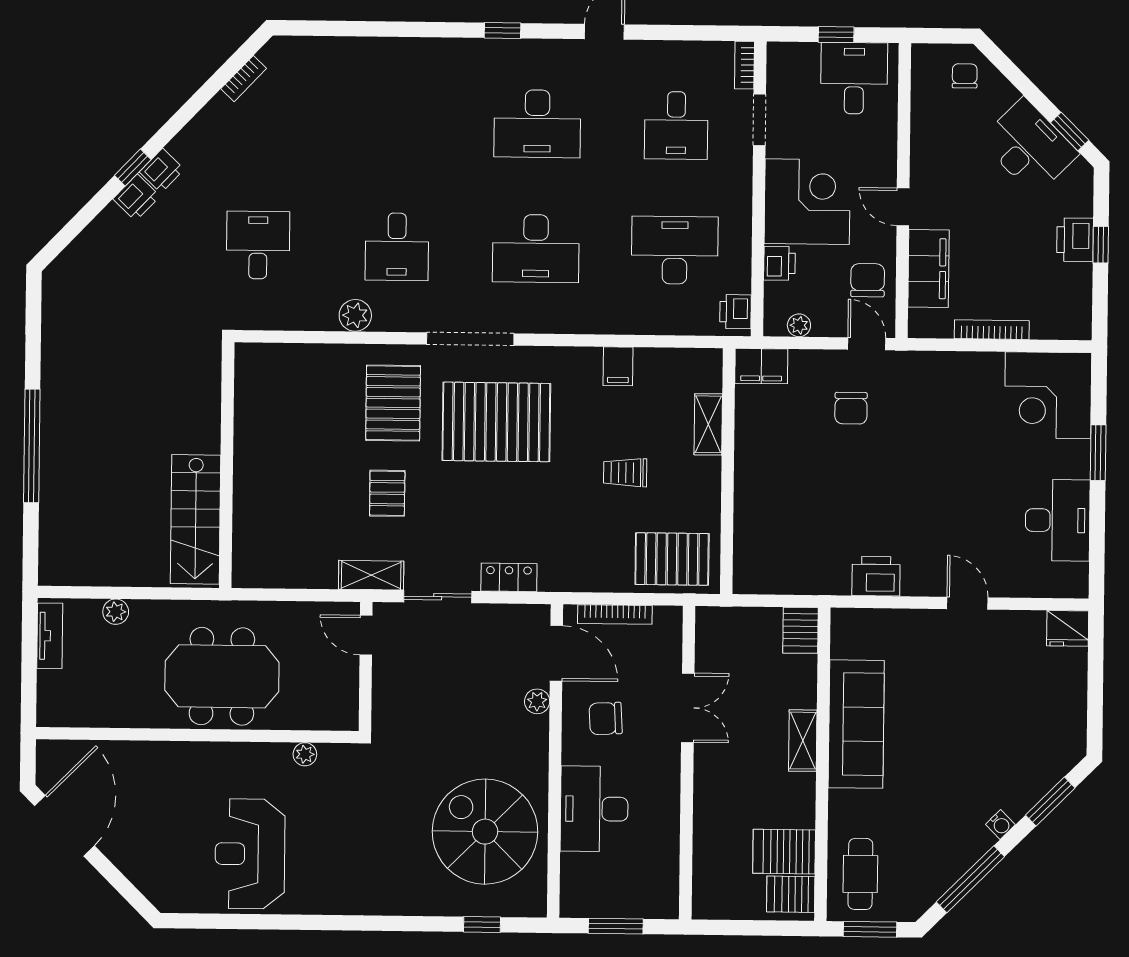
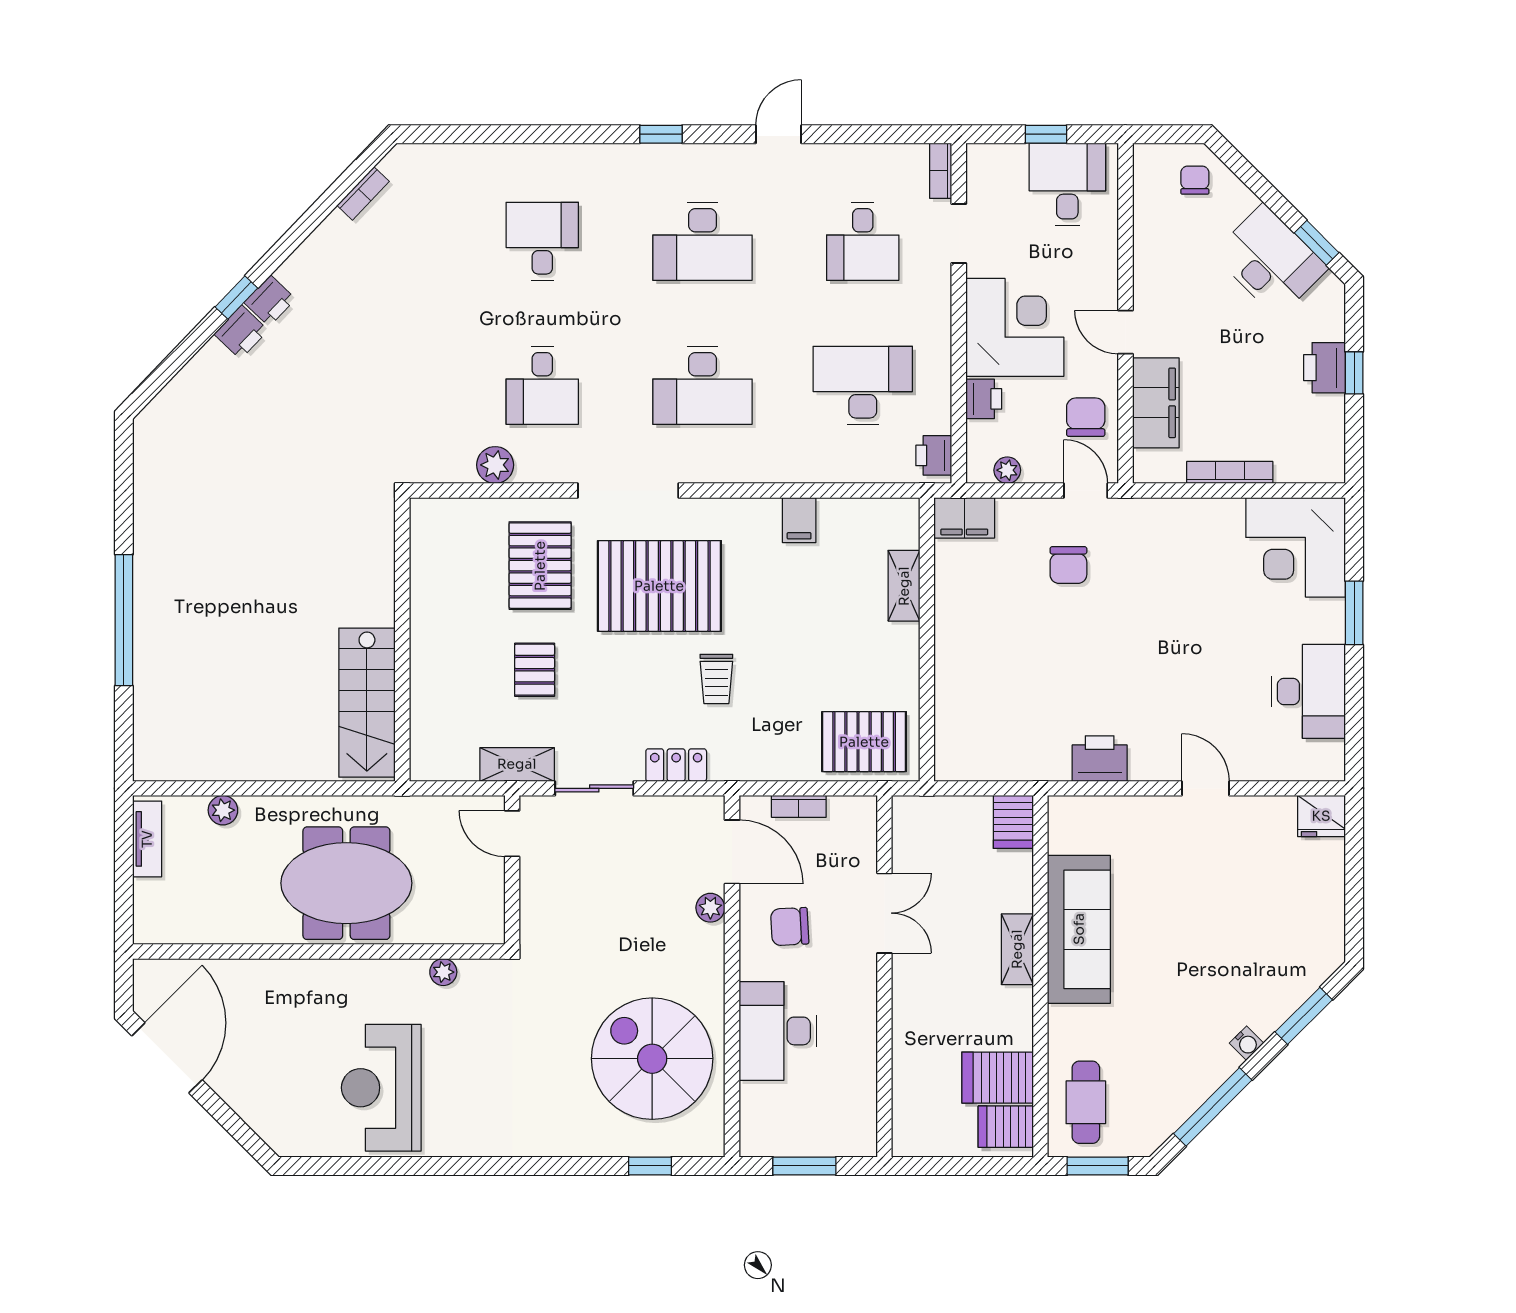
desk: (258, 245) -> (542, 241), moved
wall: (227, 465) -> (402, 639), moved
trolley: (625, 473) -> (716, 679), moved, turned -90
stairs: (196, 519) -> (367, 703), moved
bookcase: (615, 614) -> (799, 806), width x0.64

